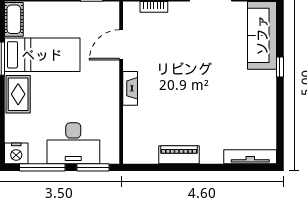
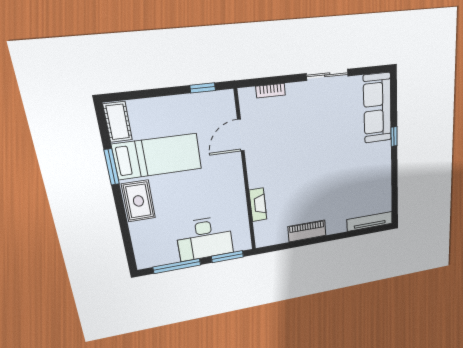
fireplace: (130, 88) -> (258, 205), moved
nightstand: (16, 153) -> (148, 258), removed

